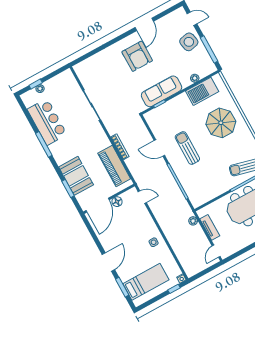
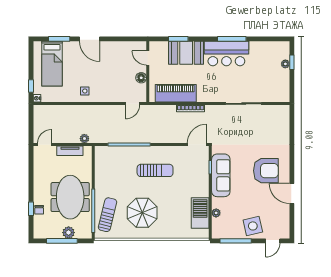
armchair: (137, 56) -> (266, 171), turned 180
bar counter: (47, 122) -> (226, 54), moved
parasol: (221, 123) -> (142, 213), moved
door: (159, 148) -> (197, 144), moved
door: (98, 205) -> (148, 58), width x0.53
door: (216, 251) -> (45, 144), hinge flipped

